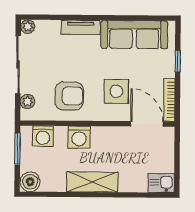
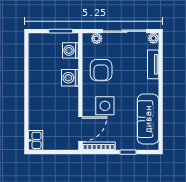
tv unit: (81, 27) -> (153, 64), moved
boiler: (30, 182) -> (36, 41), removed
shelving: (92, 182) -> (36, 88), removed

